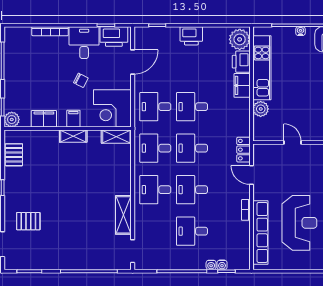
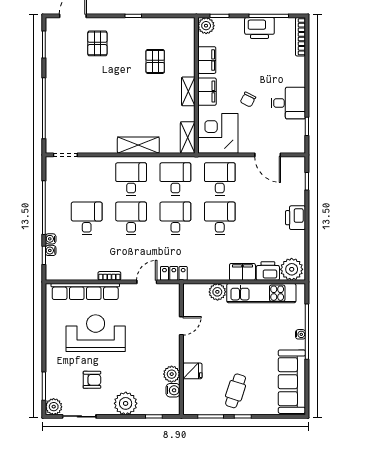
bookcase: (50, 31) -> (300, 37), moved
printer: (114, 36) -> (259, 28), moved, turned -90
filing cabinet: (73, 119) -> (207, 92), width x2.00
pallet: (14, 155) -> (155, 61), moved, turned 90
shelving: (123, 215) -> (138, 145), moved
reception desk: (299, 223) -> (96, 333), turned 180

